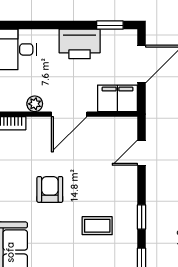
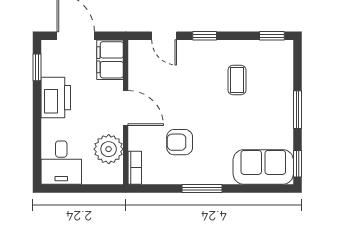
plant: (35, 104) -> (109, 149), width x1.88, depth x1.88
armchair: (50, 189) -> (180, 142), moved
window: (142, 217) -> (205, 36), moved

